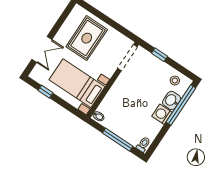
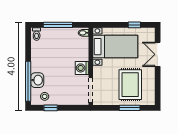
window: (102, 16) -> (130, 108), added
window: (160, 55) -> (51, 108), moved
washing machine: (162, 114) -> (82, 68), moved, turned 180

